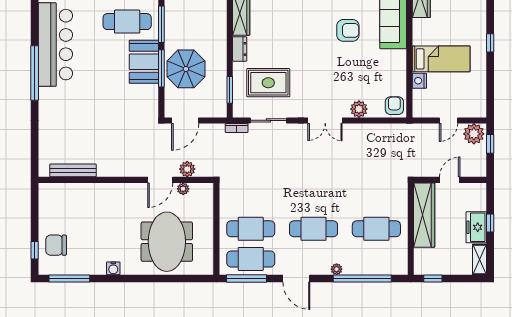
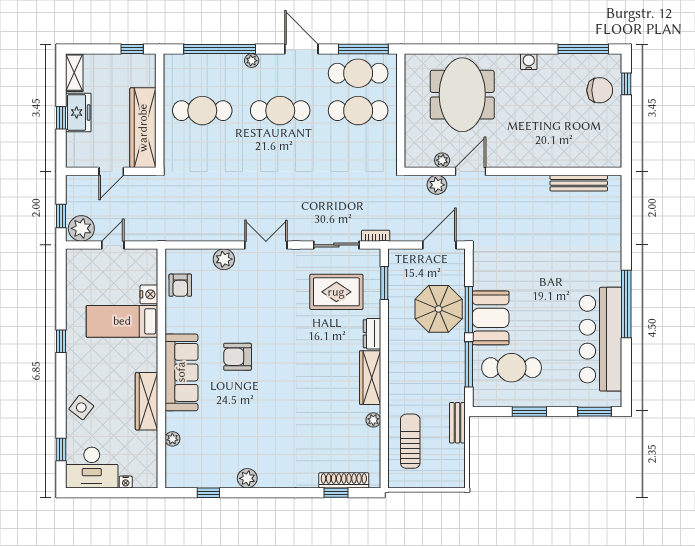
armchair: (394, 106) -> (180, 285), moved

